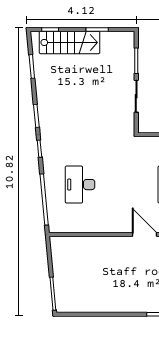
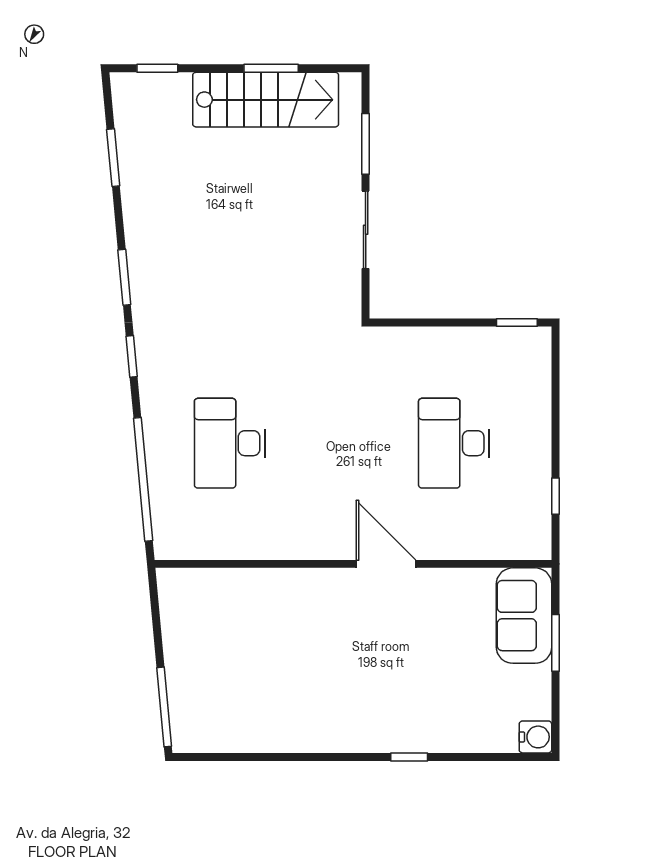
stairs: (70, 42) -> (266, 100), moved

